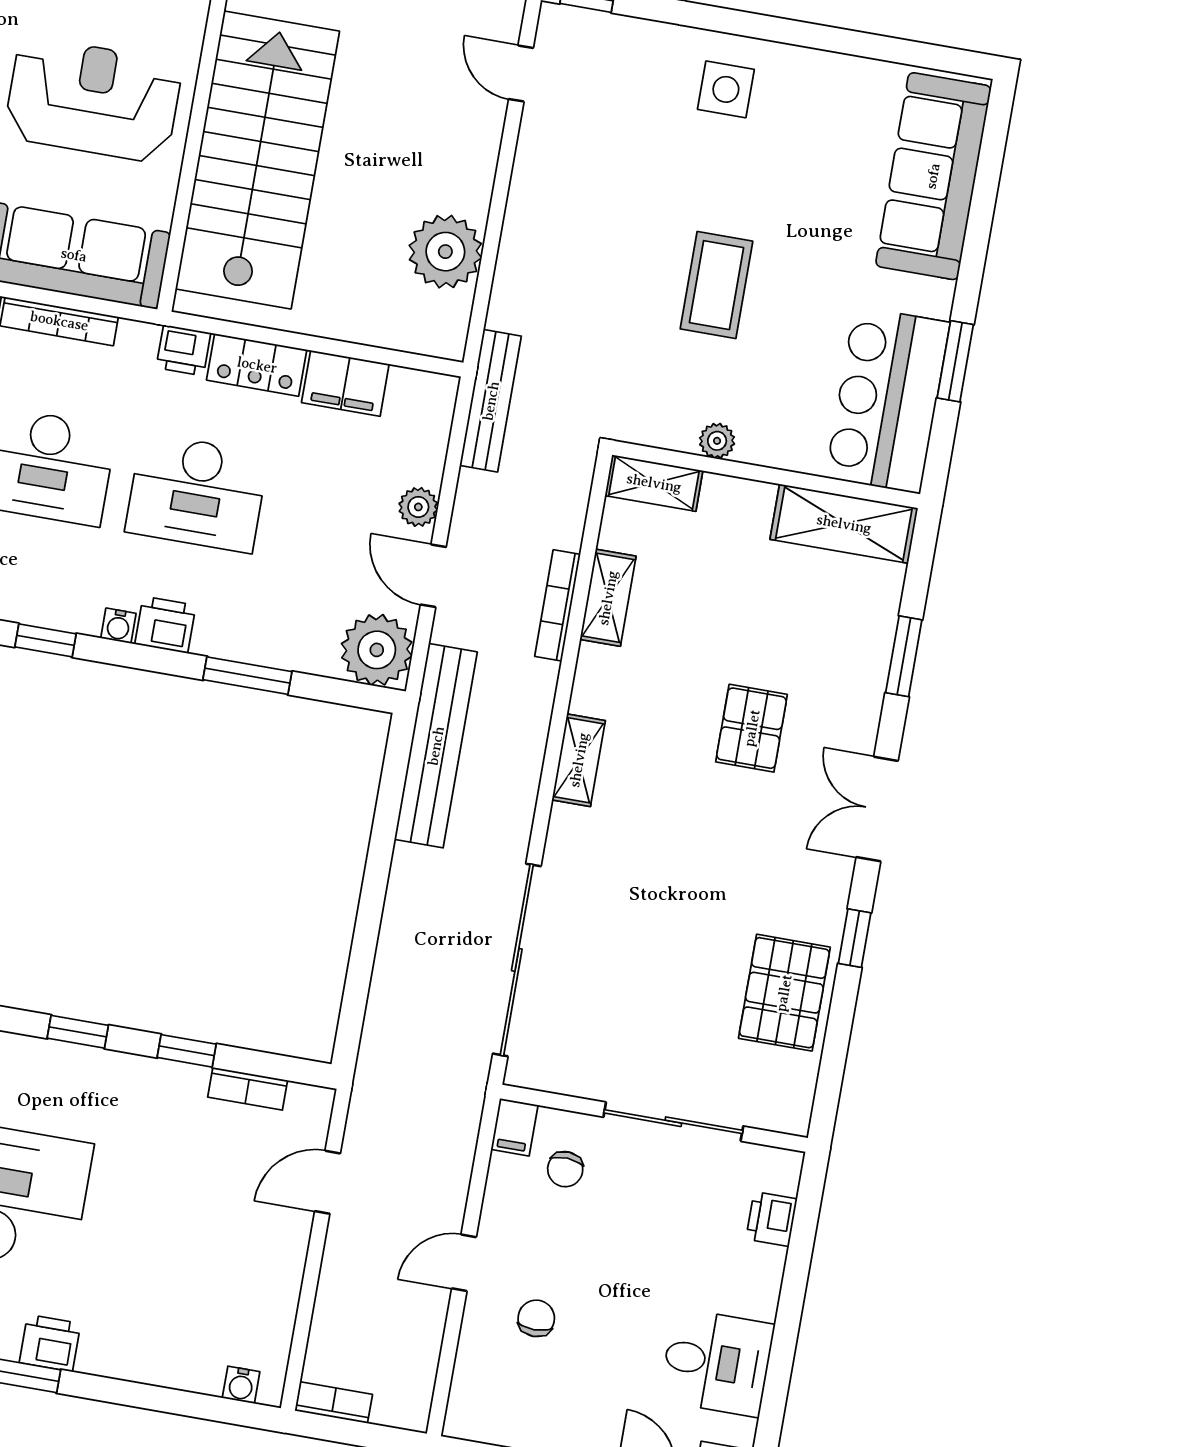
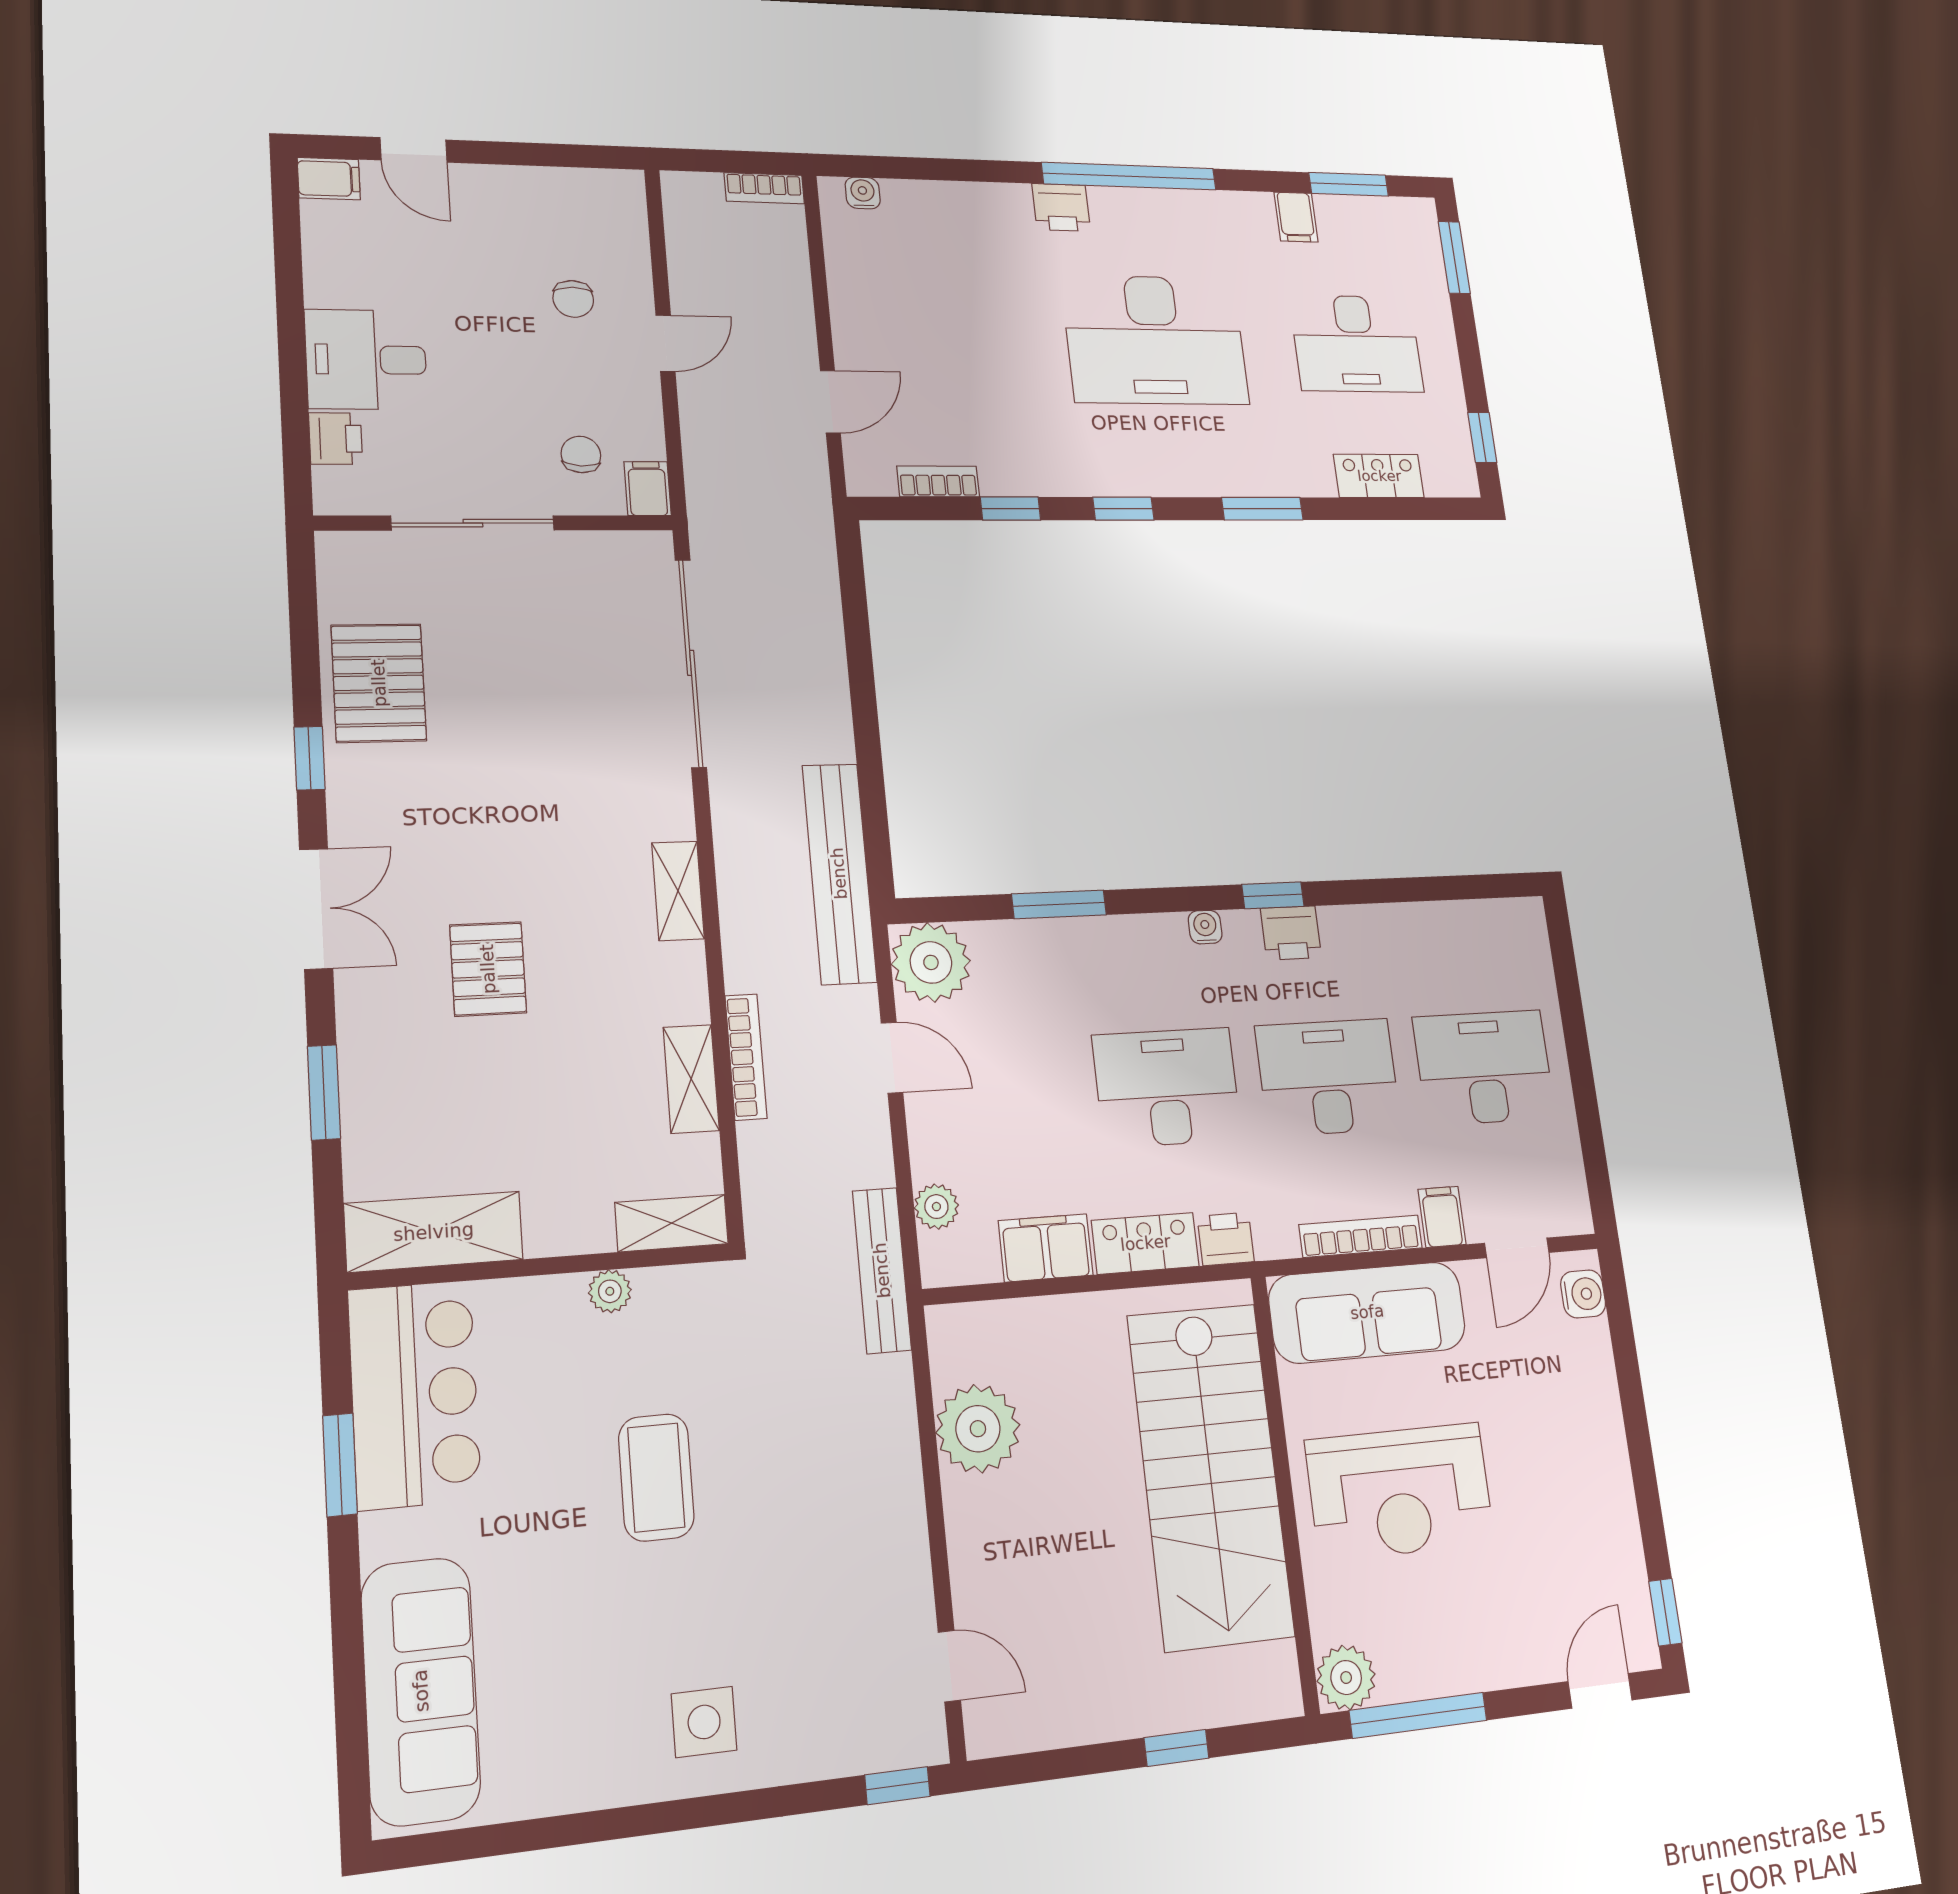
plant: (418, 507) -> (936, 1207), moved
printer: (165, 625) -> (1291, 933), moved
desk: (717, 1362) -> (366, 360), moved

